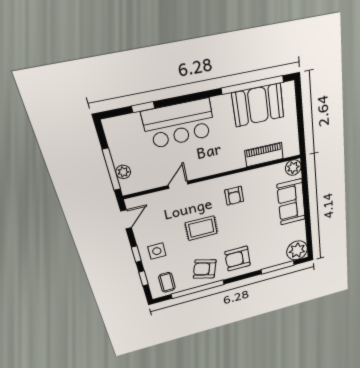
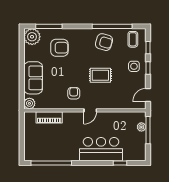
booth: (258, 105) -> (49, 150), removed
door: (178, 185) -> (90, 110), moved
armchair: (238, 259) -> (59, 48), moved

